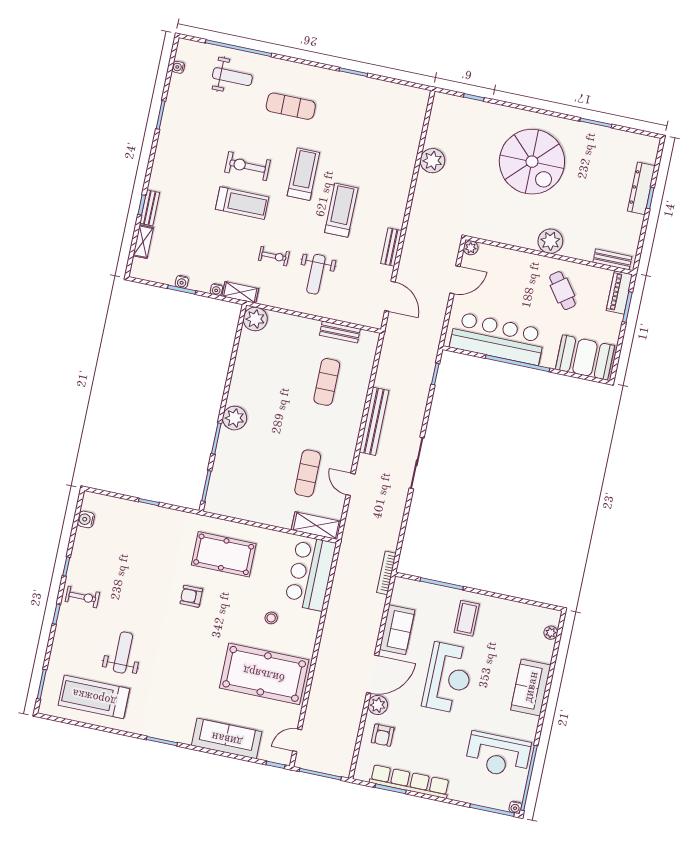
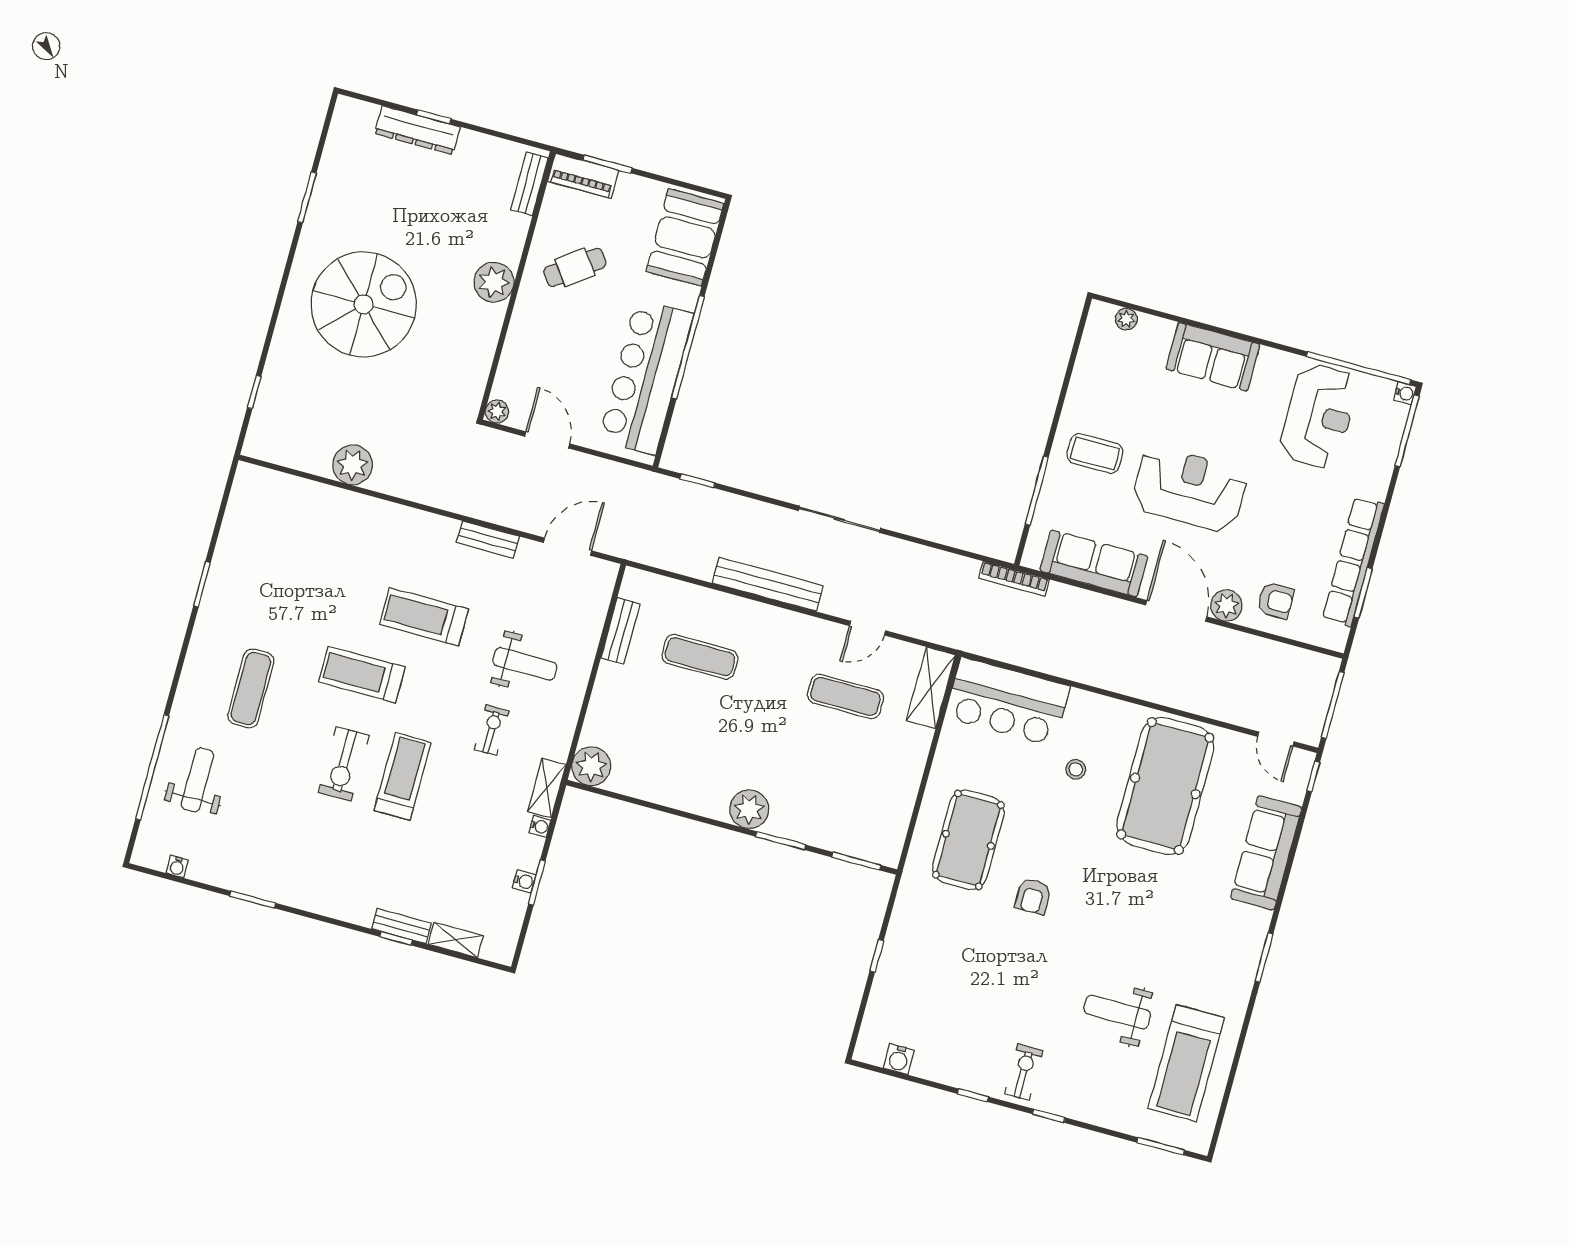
sofa: (397, 630) -> (1094, 563), width x1.36

